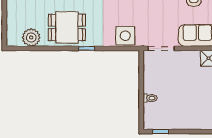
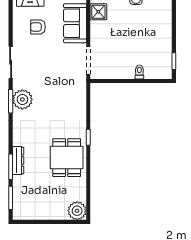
side table: (125, 36) -> (75, 97), removed
plant: (31, 38) -> (77, 211), moved

